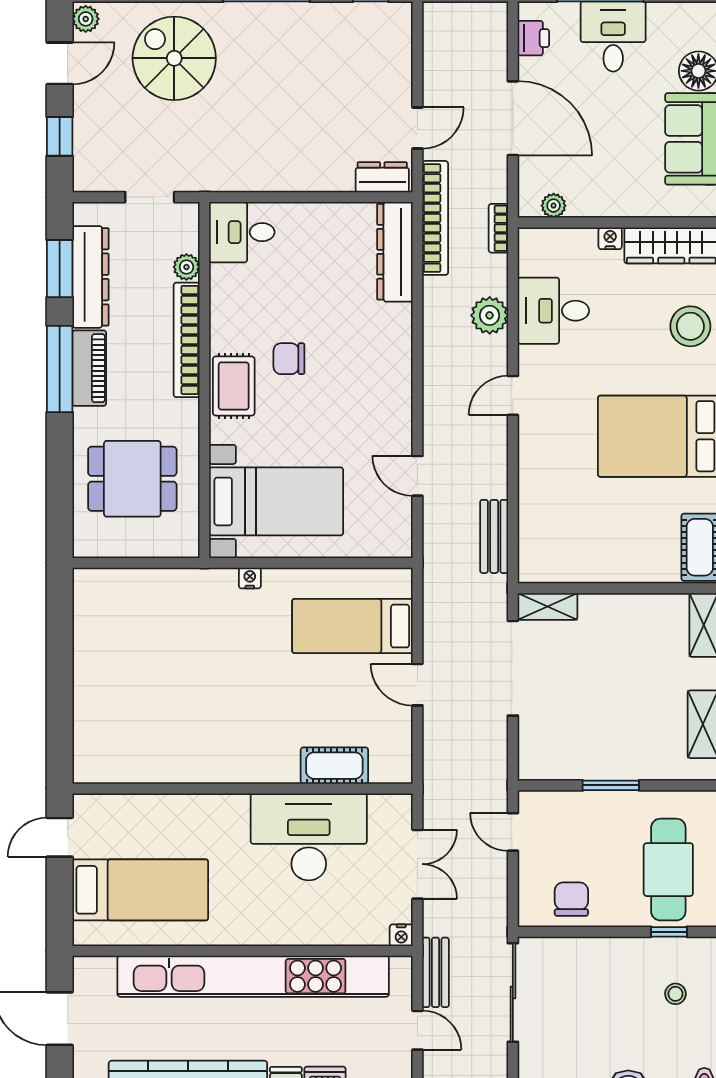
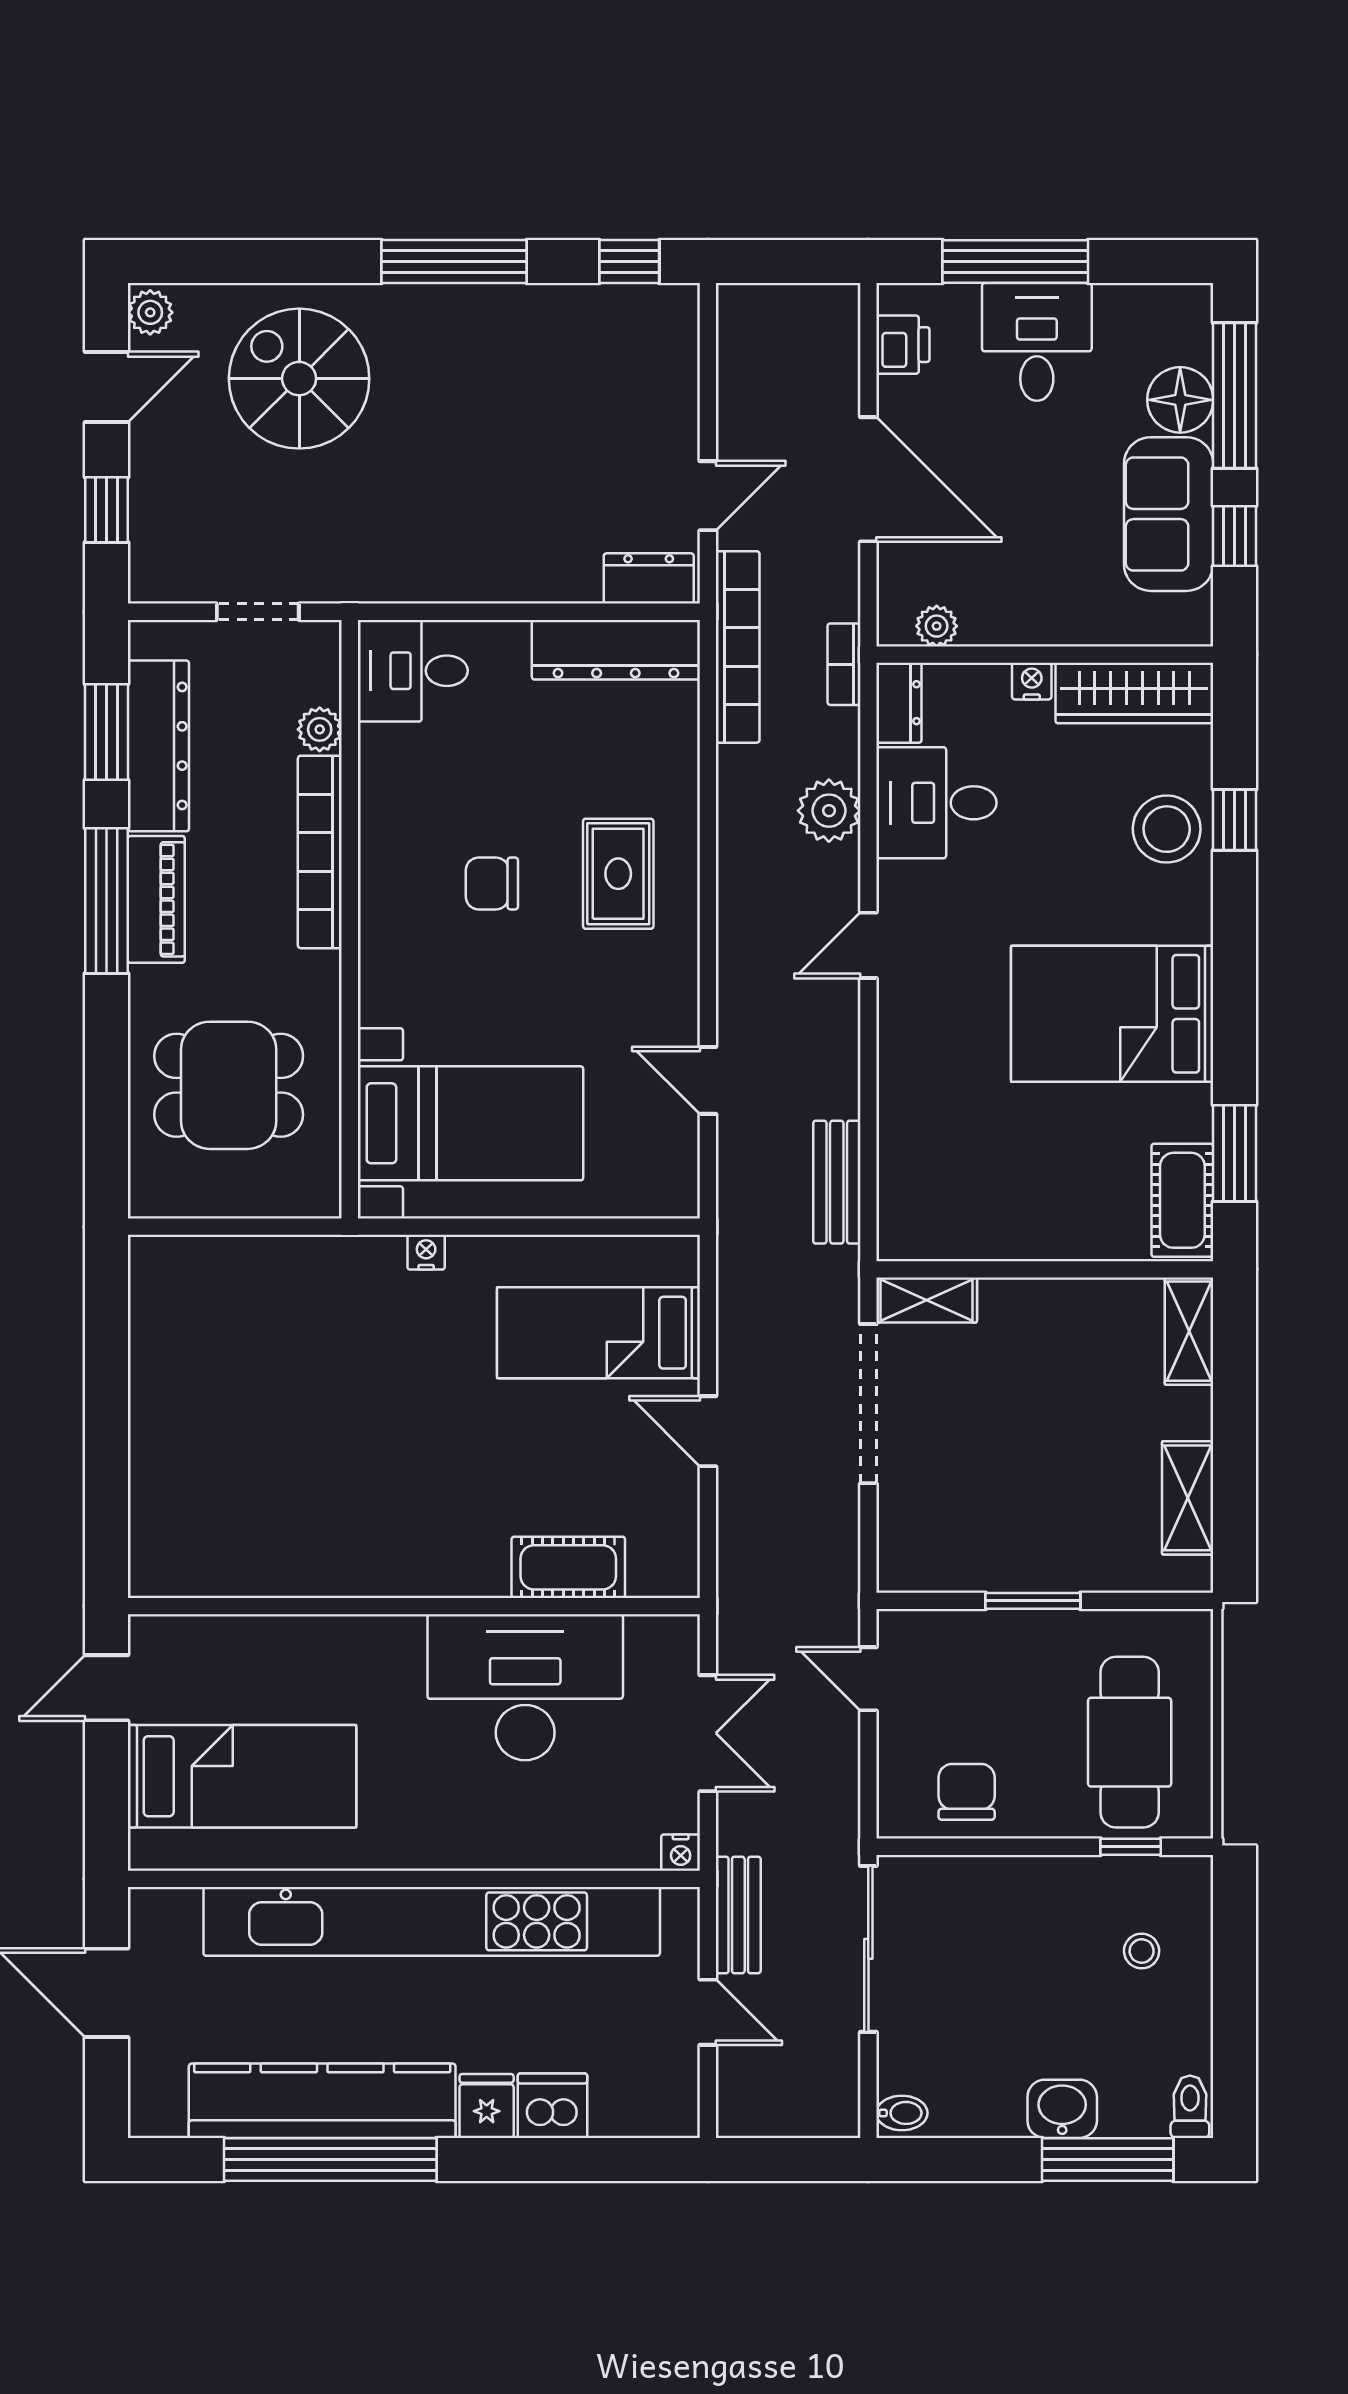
dresser: (531, 251) -> (899, 703), added
dresser: (395, 252) -> (616, 650), moved, turned -90
rug: (234, 386) -> (618, 874), moved

